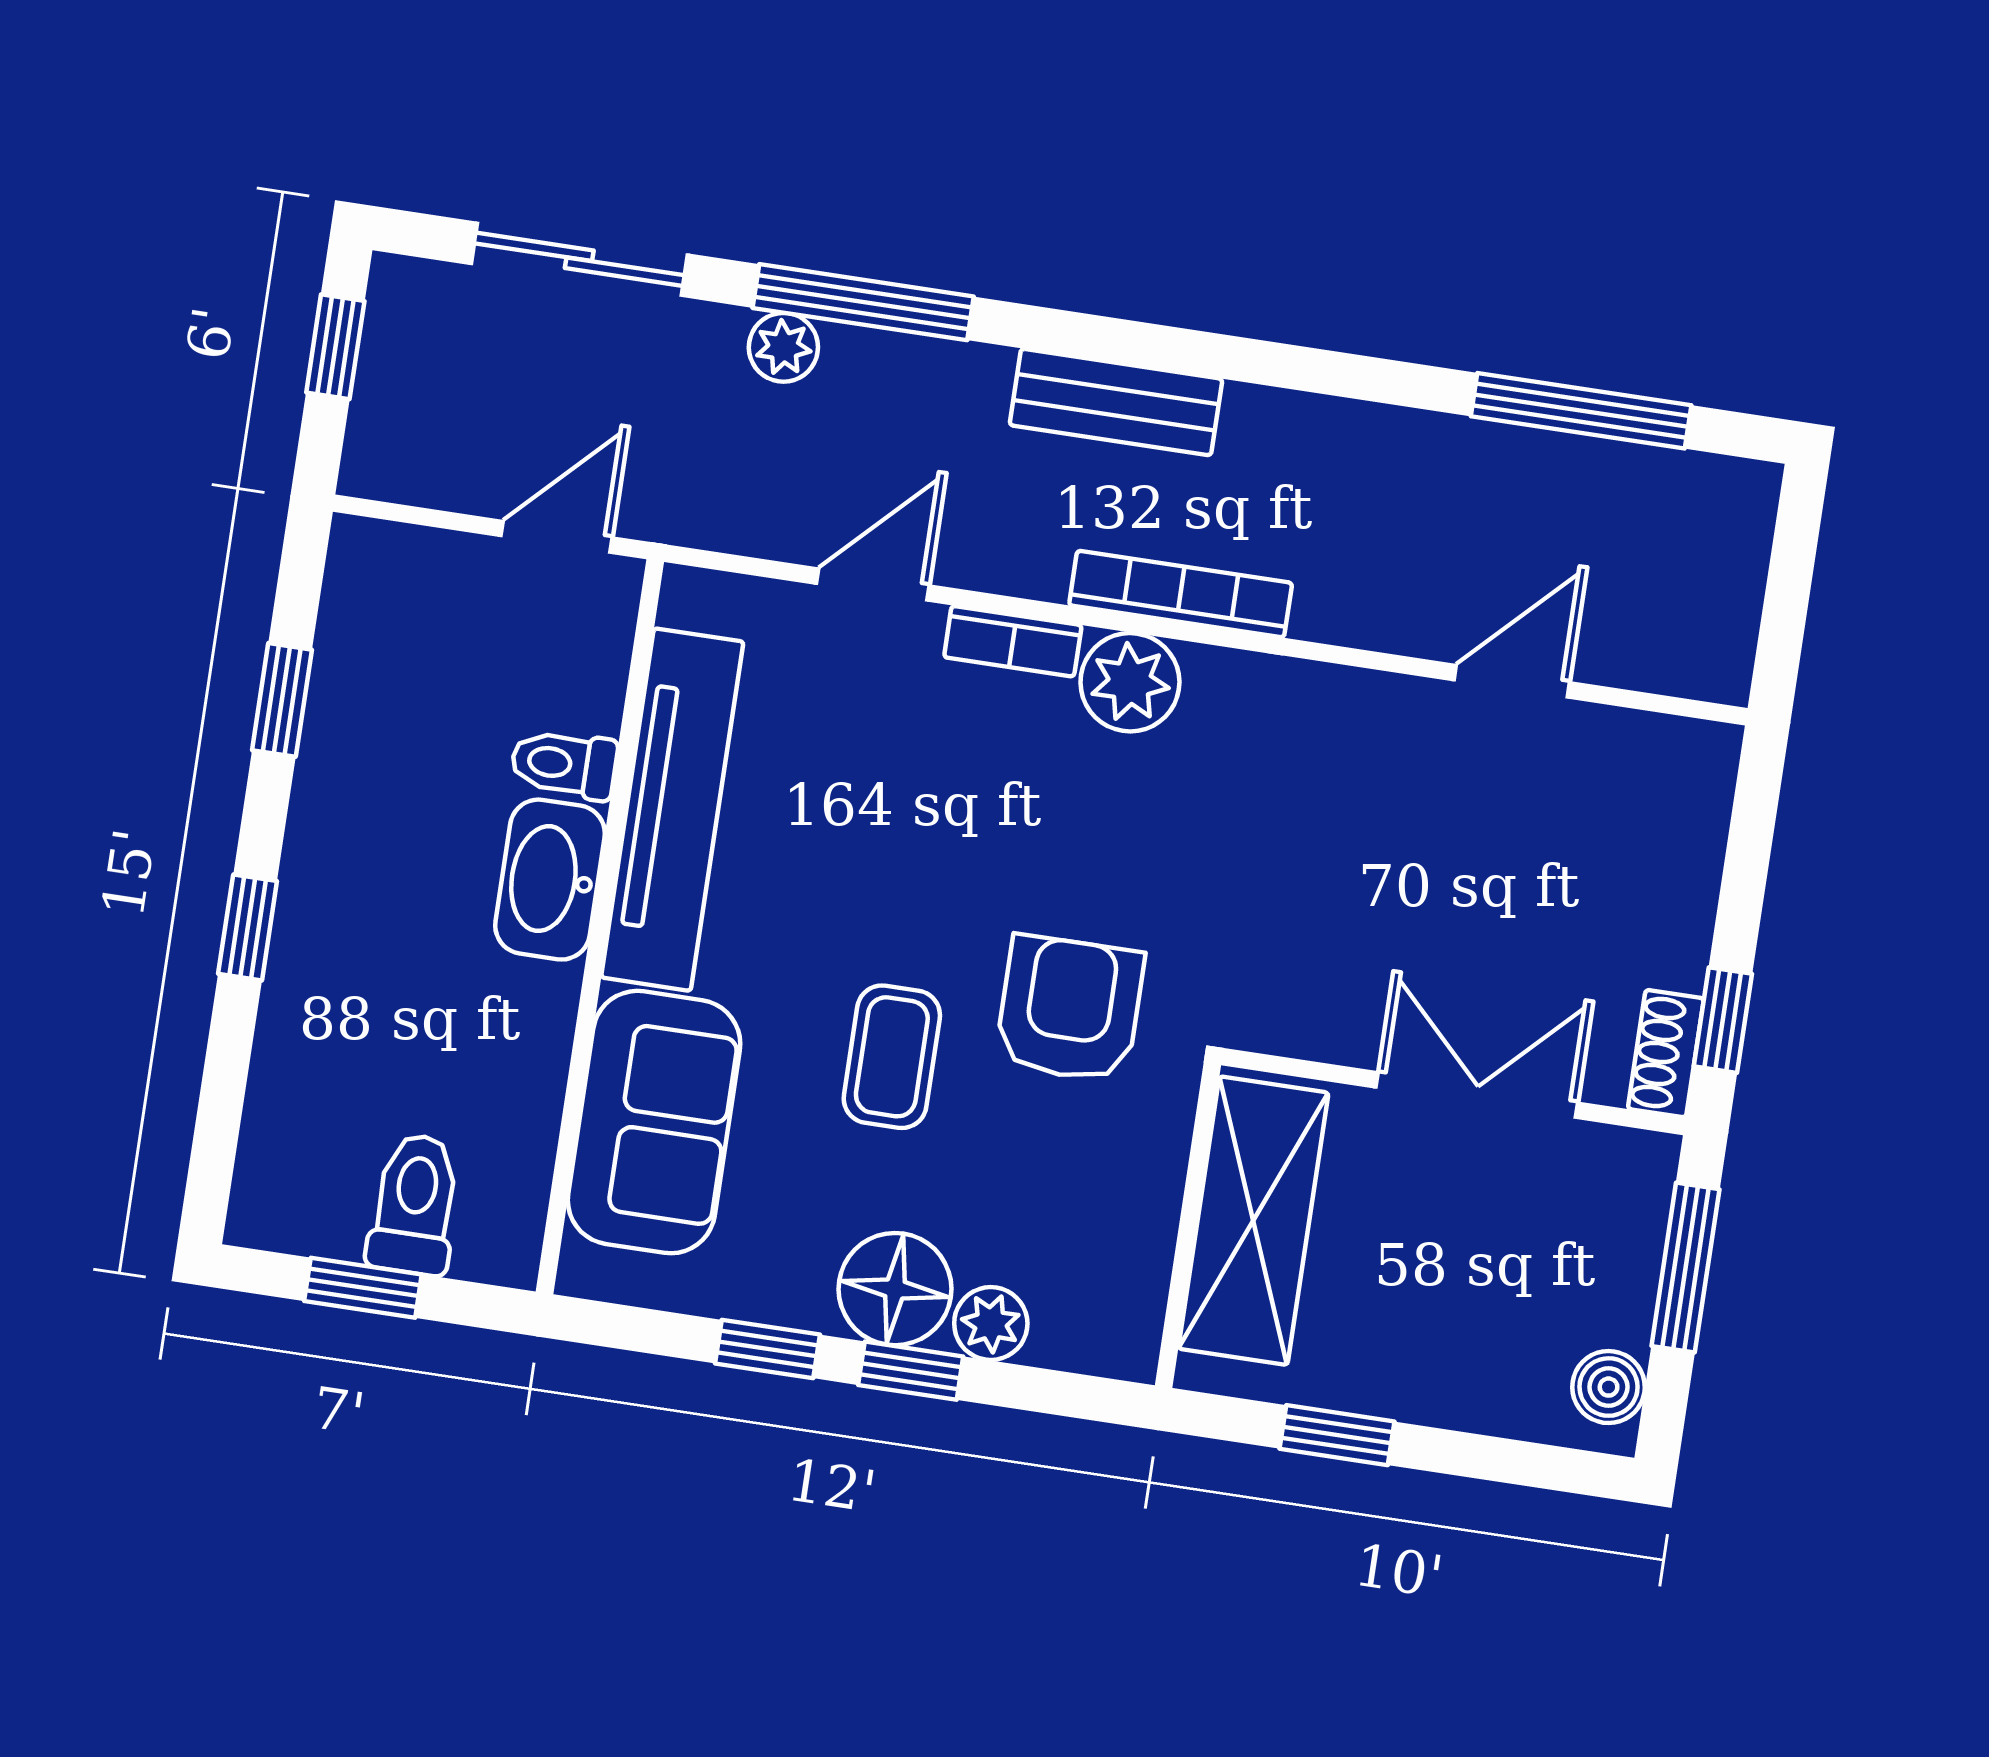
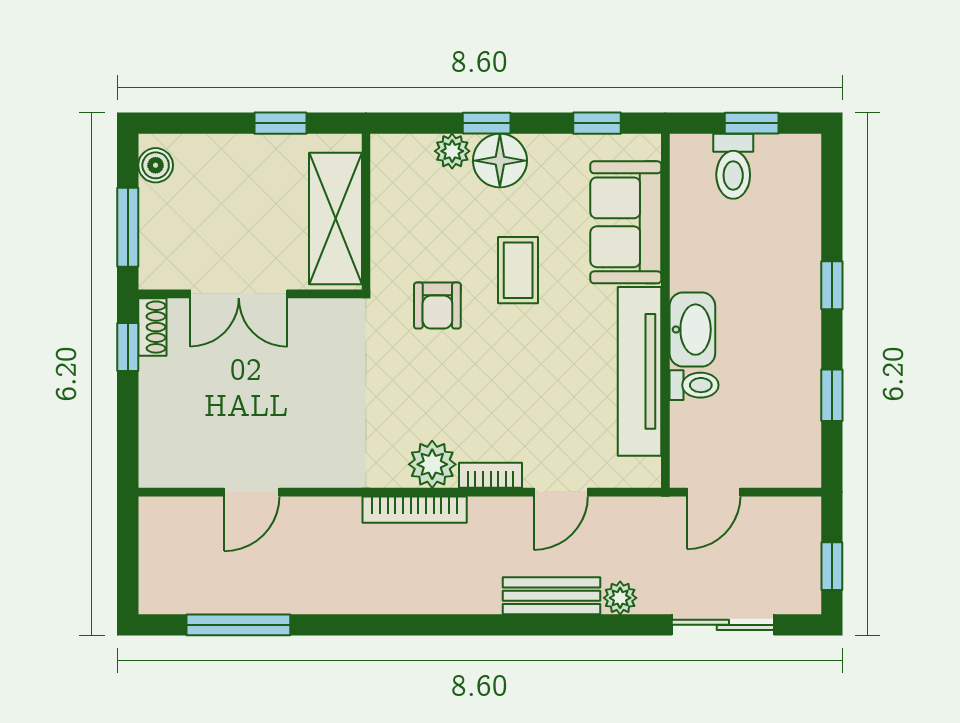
window: (863, 302) -> (586, 625), removed
bench: (1116, 402) -> (552, 596), moved
armchair: (1070, 1009) -> (437, 306), width x0.72, depth x0.72
window: (768, 1349) -> (597, 123), moved

